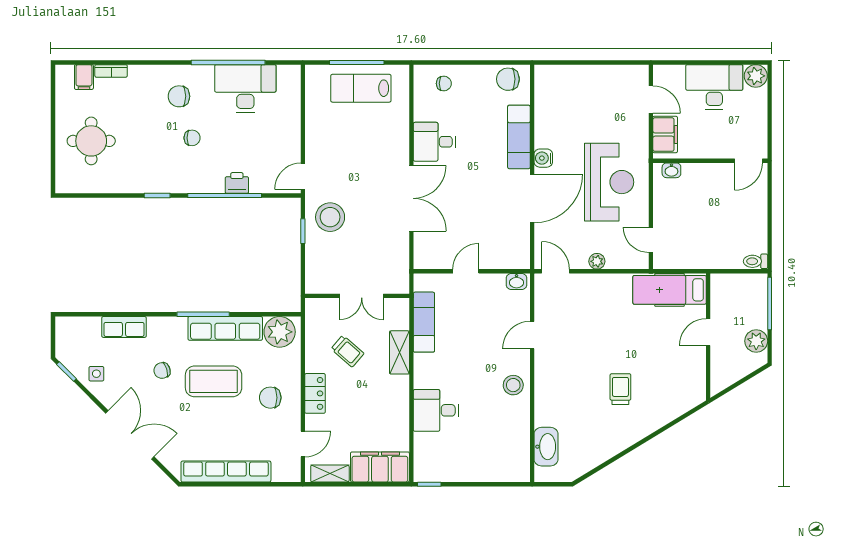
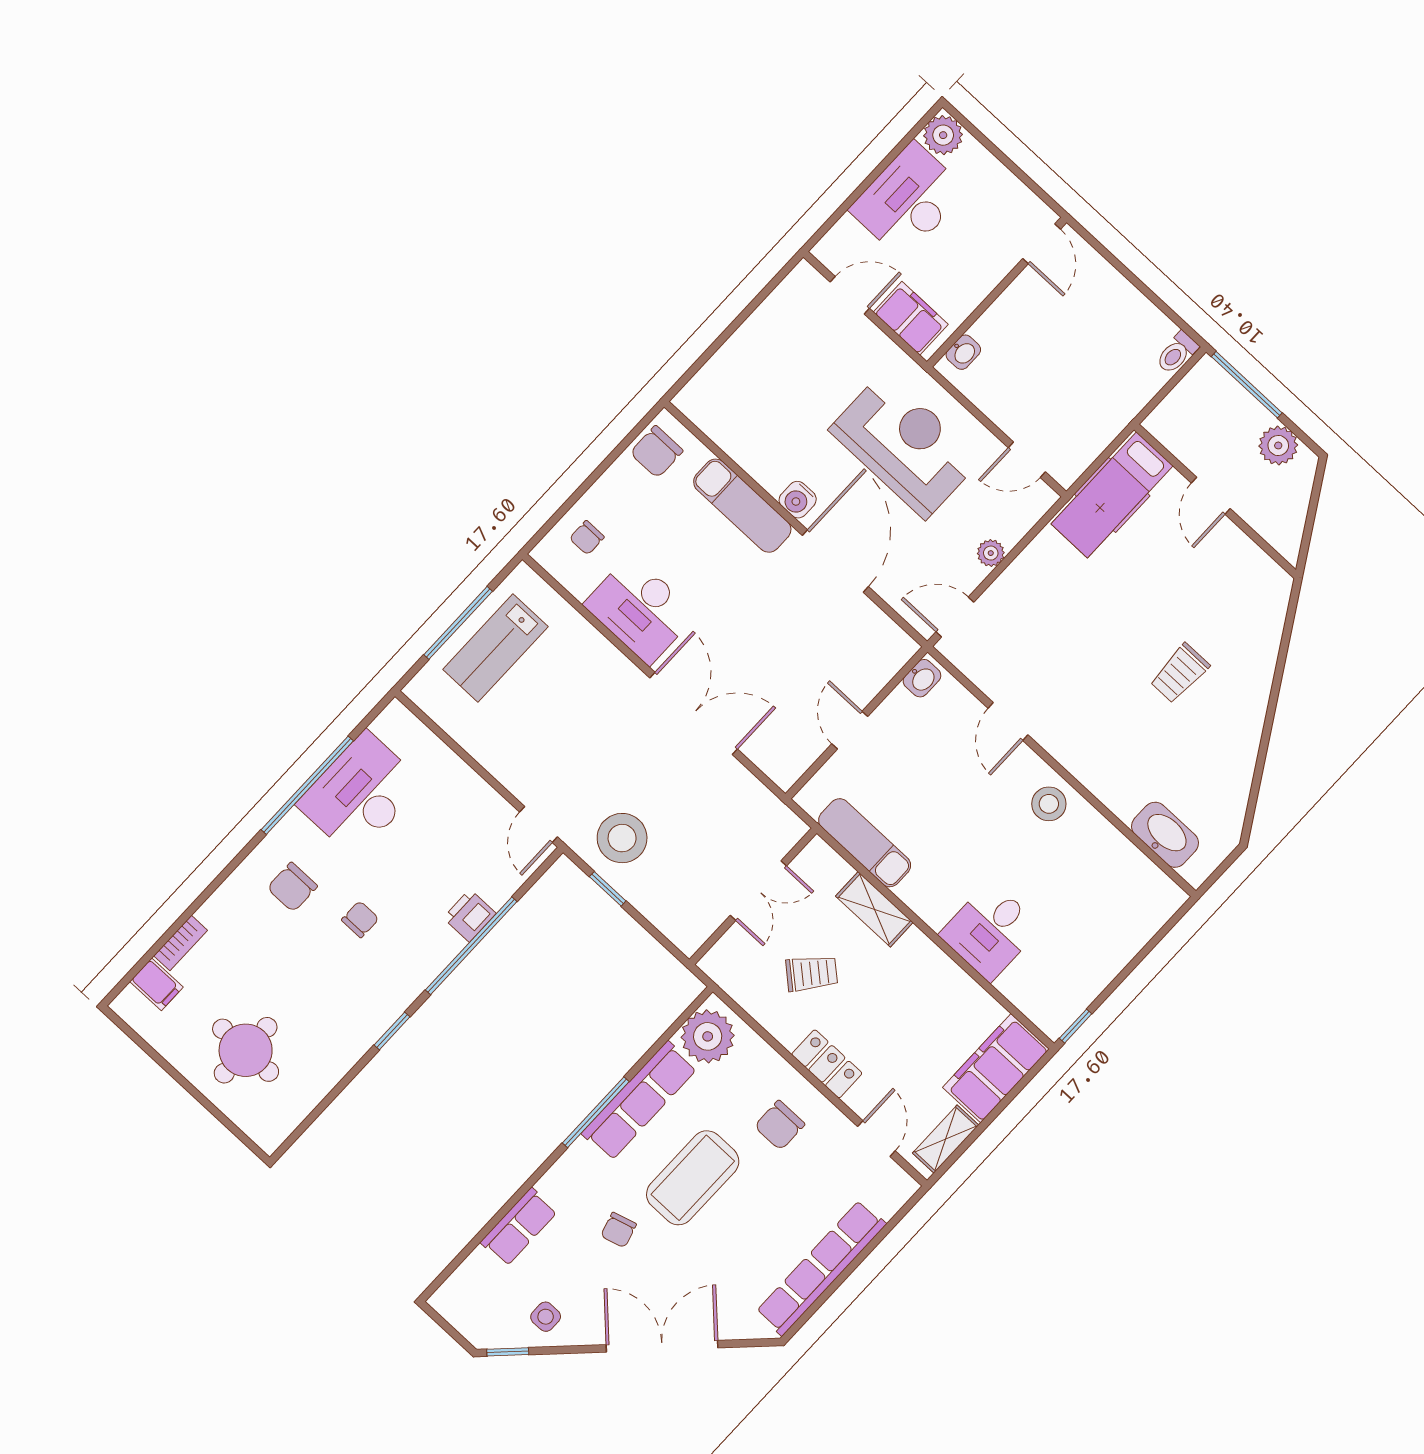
chair: (444, 83) -> (587, 538), turned 180
desk: (434, 142) -> (640, 609), width x1.37
trolley: (620, 389) -> (1180, 673), turned -90

